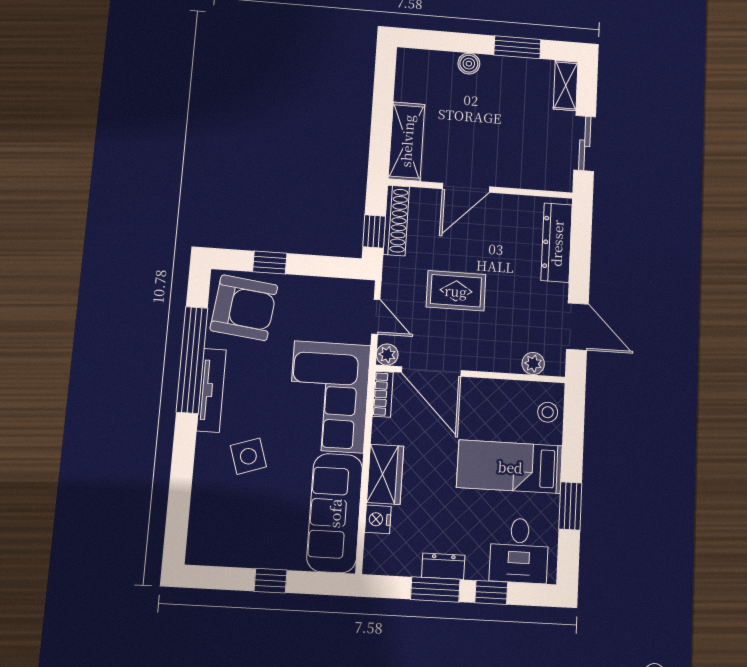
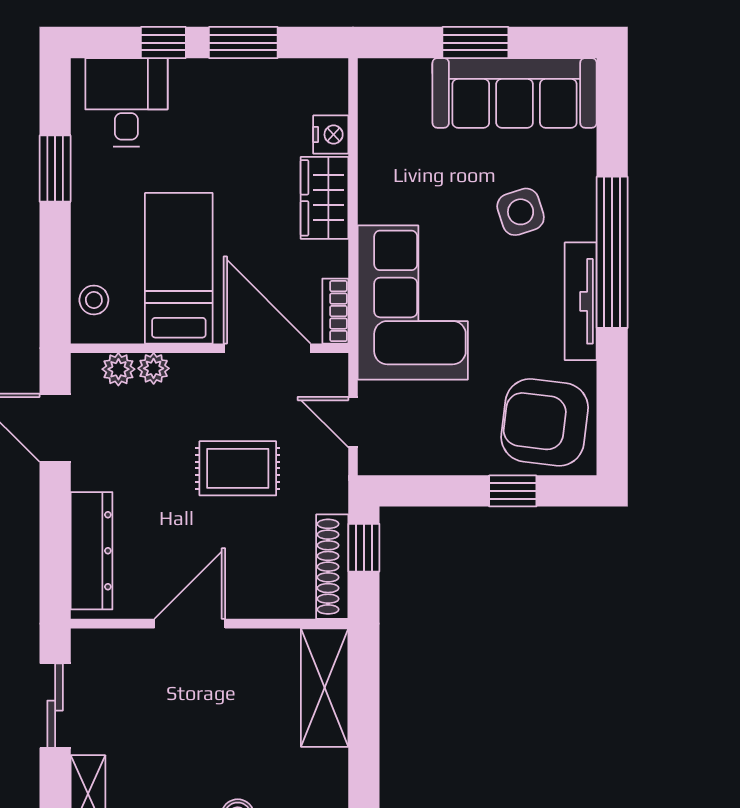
door: (466, 188) -> (190, 624), moved
plant: (387, 355) -> (154, 368), moved
window: (192, 360) -> (612, 252), moved
bed: (510, 467) -> (179, 268), moved, turned -90
sofa: (335, 513) -> (515, 93), moved, turned 90
dresser: (443, 566) -> (234, 75), removed
window: (271, 581) -> (475, 43), width x1.50

